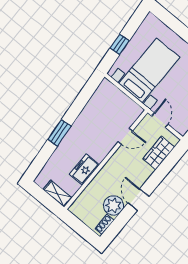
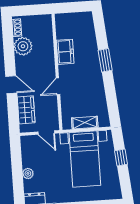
door: (125, 136) -> (58, 86), moved
shelving: (58, 194) -> (85, 123), moved
door: (138, 200) -> (11, 85), moved

